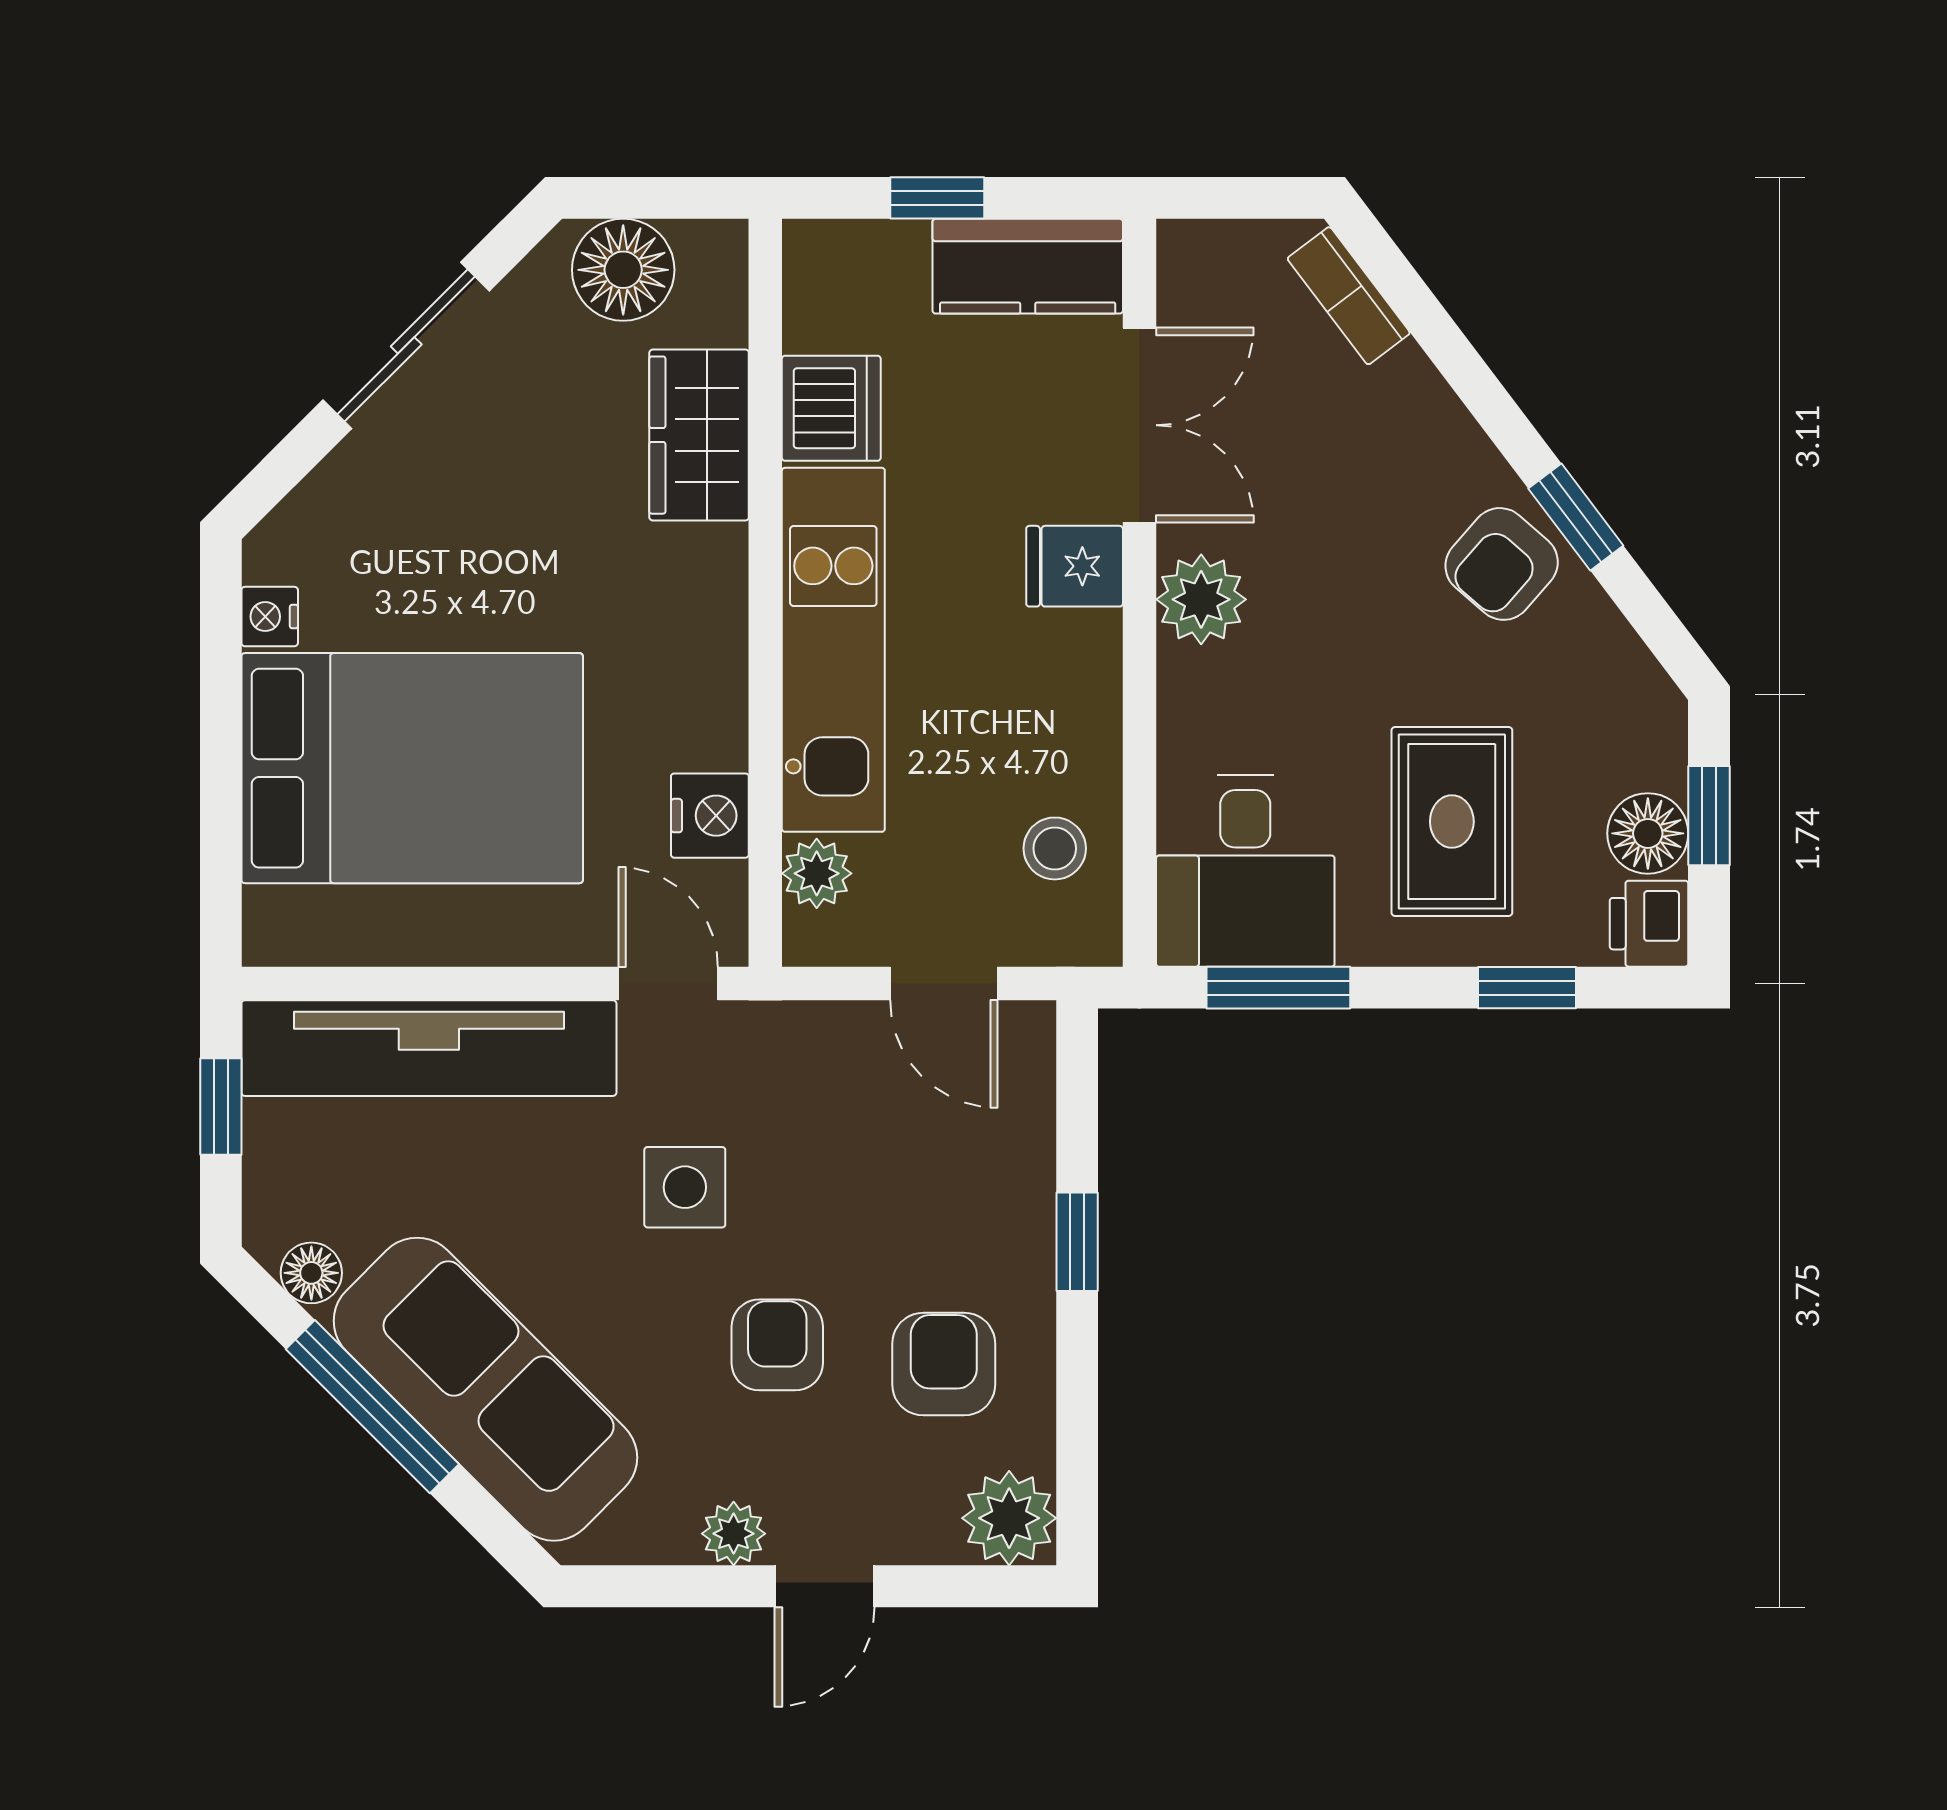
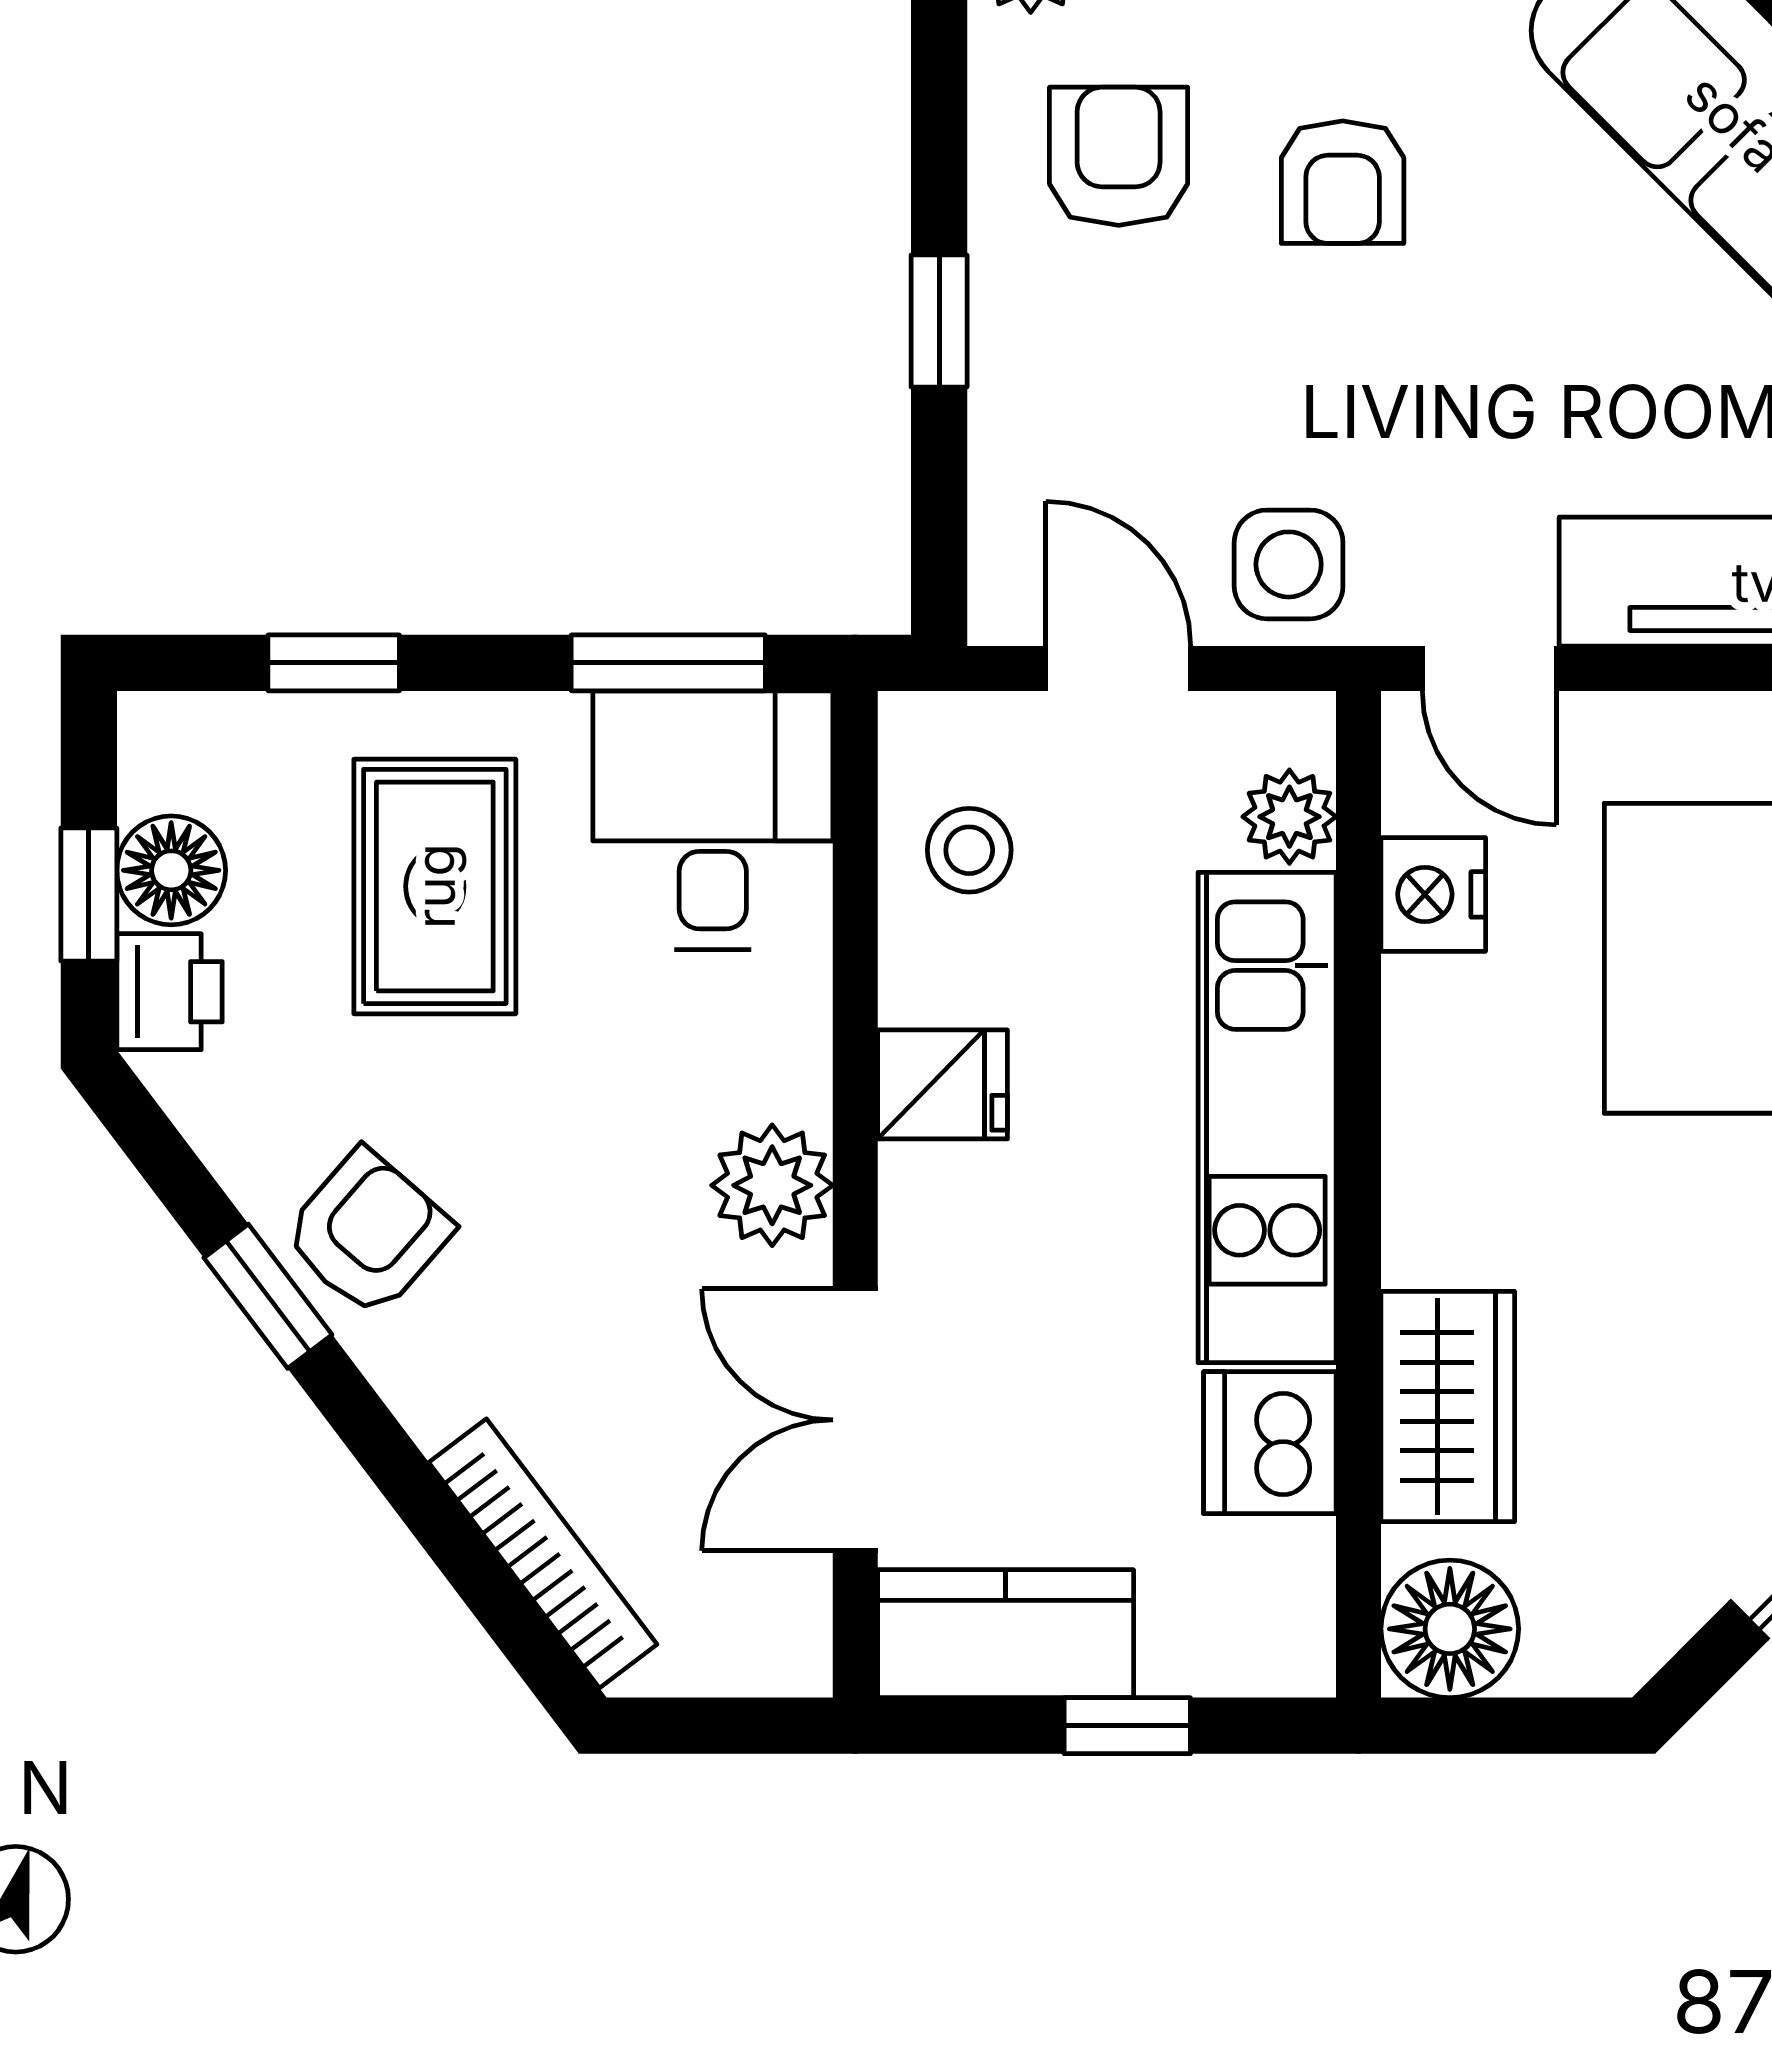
floor lamp: (623, 270) -> (1450, 1629), moved
bookcase: (1349, 296) -> (543, 1553), width x1.56
fridge: (1075, 566) -> (942, 1084), moved
printer: (1649, 924) -> (170, 992), moved
side table: (685, 1187) -> (1289, 564), moved
armchair: (944, 1364) -> (1119, 156), turned 180

